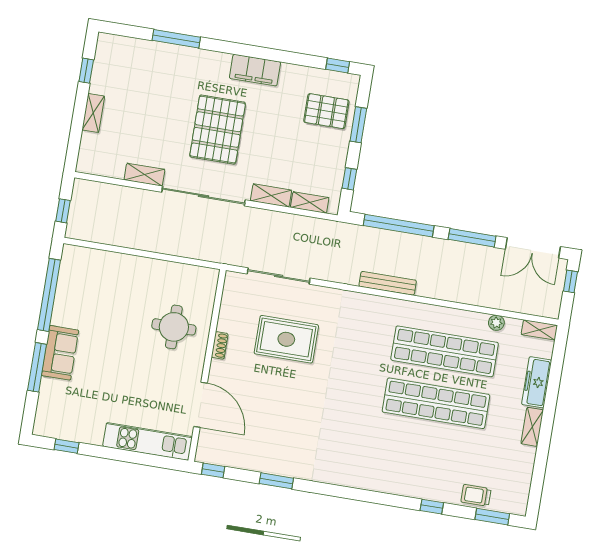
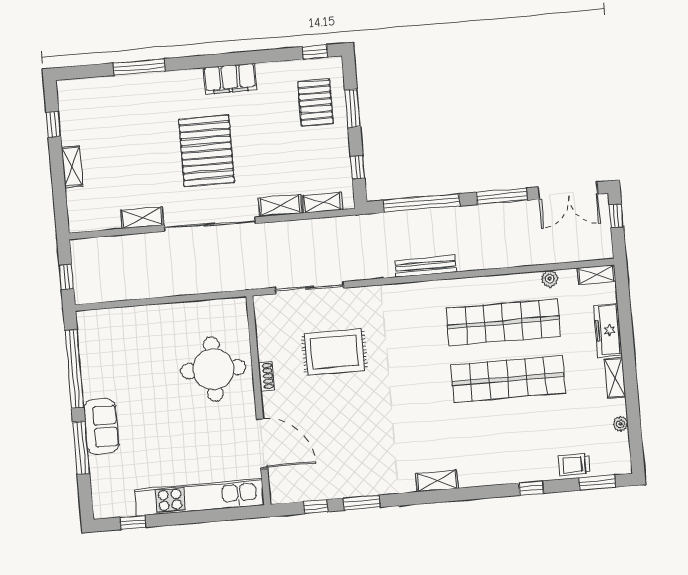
pallet: (326, 111) -> (315, 103), turned 90
round table: (174, 327) -> (213, 369), width x1.36, depth x1.36
kitchen unit: (148, 441) -> (199, 497), width x1.36
plant: (527, 469) -> (621, 424), added
window: (213, 470) -> (316, 507), moved
shelving: (349, 479) -> (437, 481), added

